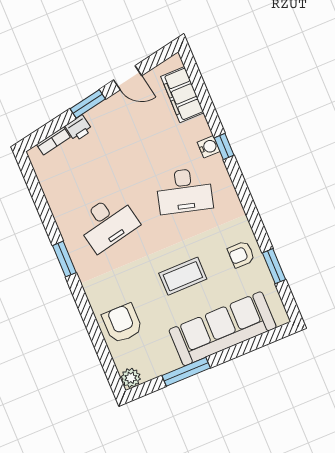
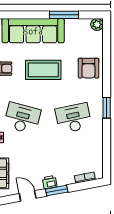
printer: (79, 128) -> (50, 182), moved
coffee table: (183, 276) -> (43, 70), width x1.36, depth x1.32
armchair: (122, 323) -> (88, 68), moved

